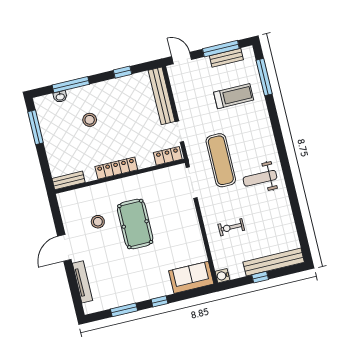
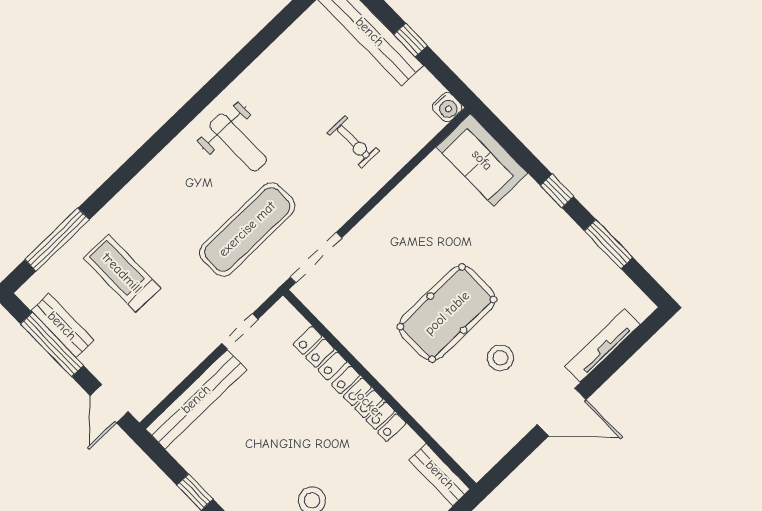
locker: (168, 156) -> (320, 353), moved
stool: (98, 222) -> (500, 358), moved

